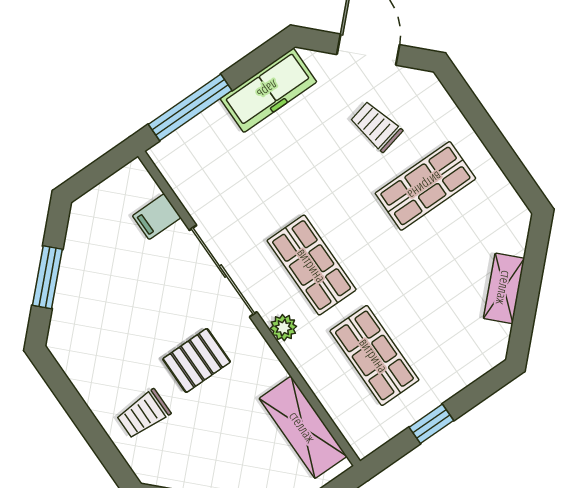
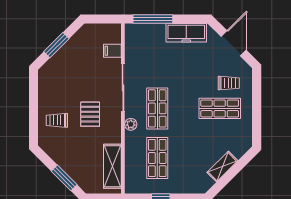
trolley: (376, 126) -> (229, 83), moved, turned 103
pallet: (197, 360) -> (90, 114), turned 90

